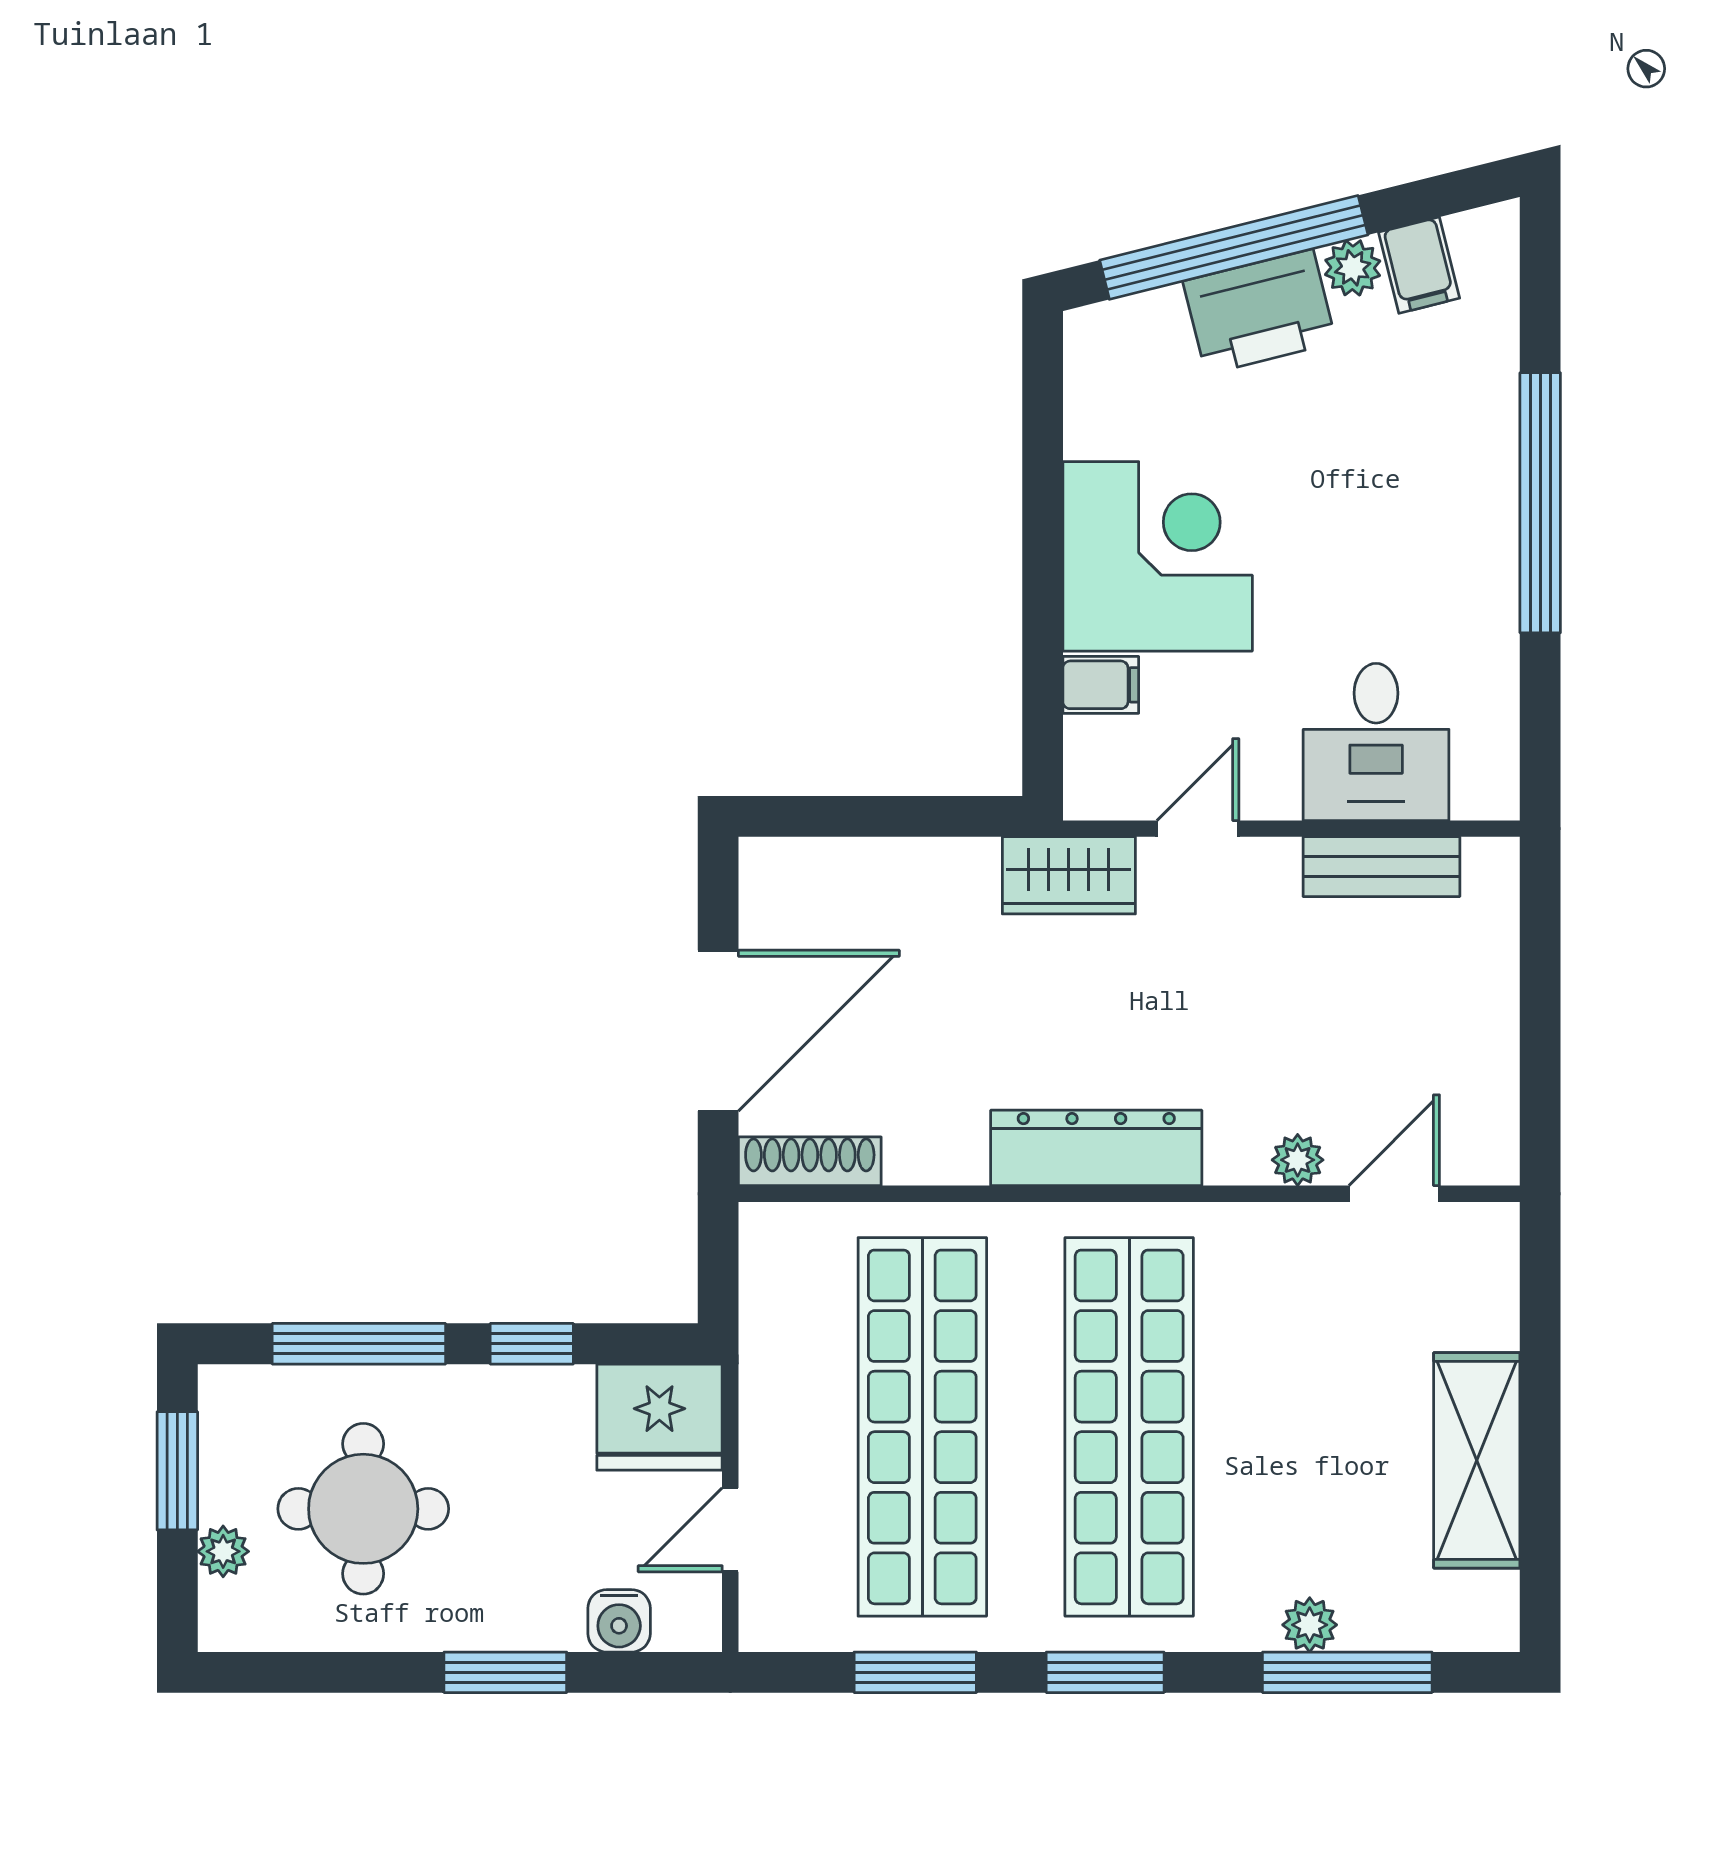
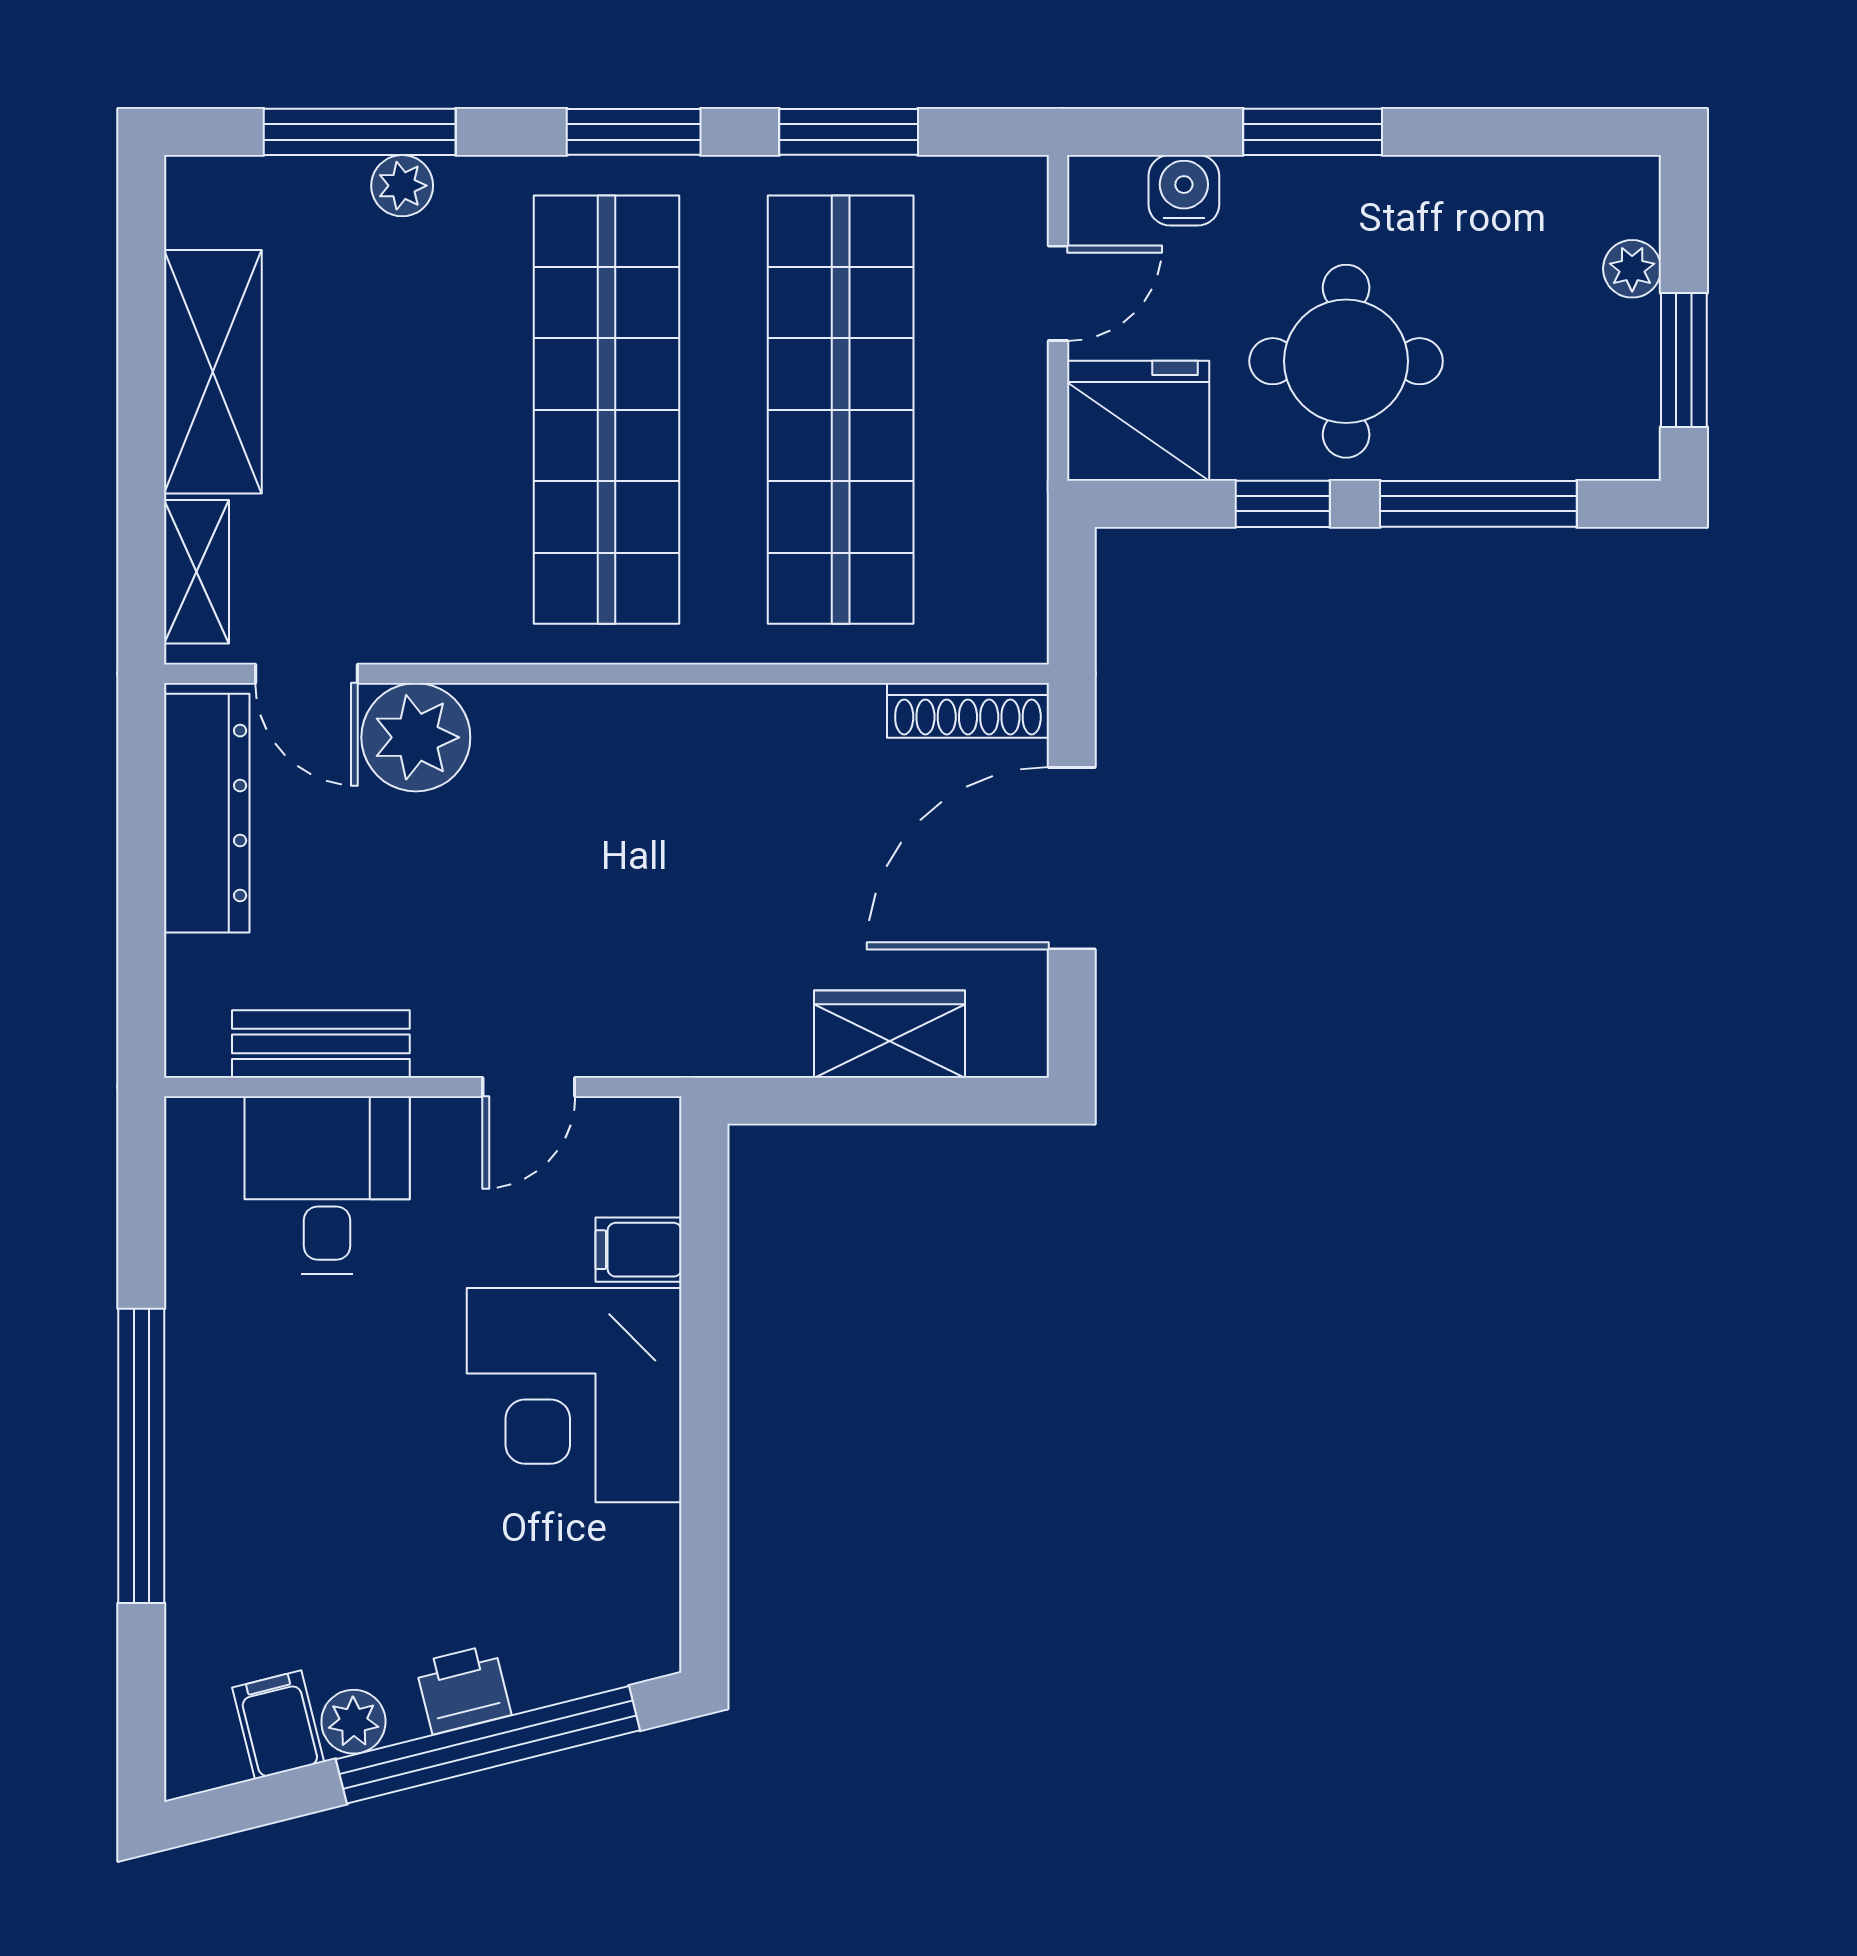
printer: (1259, 312) -> (463, 1689), width x0.53, depth x0.68
wardrobe: (1069, 875) -> (890, 1034), moved
dresser: (1096, 1148) -> (207, 813), moved, turned -90
plant: (1298, 1160) -> (416, 737), width x1.88, depth x1.88
door: (1394, 1194) -> (306, 674), hinge flipped
shelving: (1491, 1284) -> (197, 572), added
round table: (363, 1509) -> (1346, 361), moved

